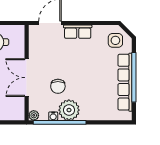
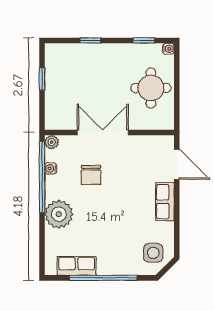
row of seats: (125, 82) -> (77, 266), width x0.50
chair: (58, 86) -> (91, 175), turned -90
plant: (69, 110) -> (59, 214), moved

